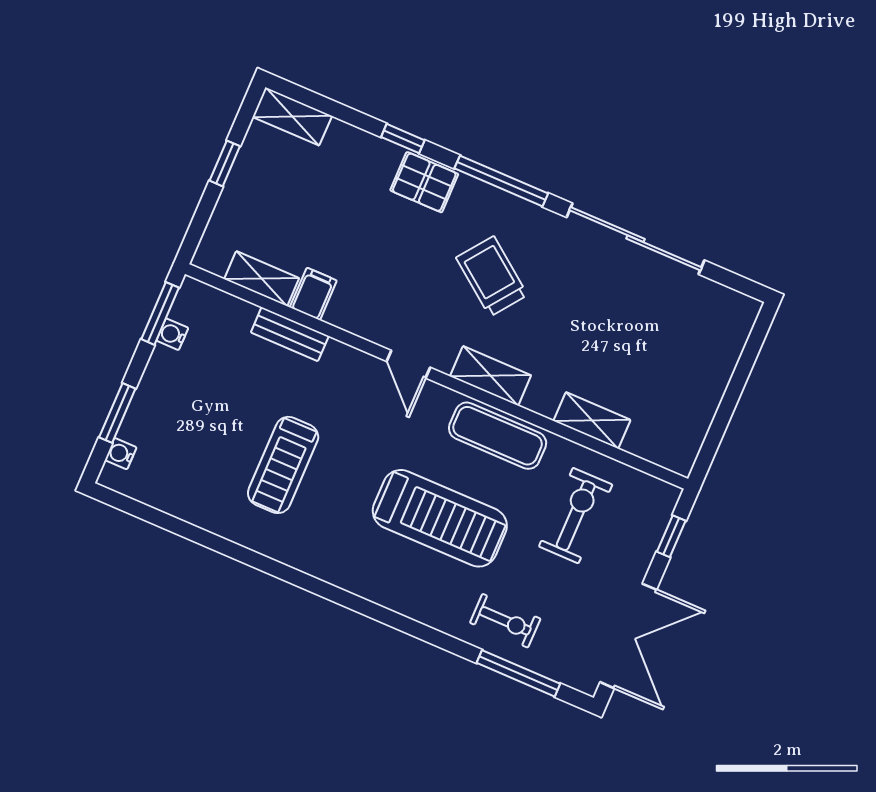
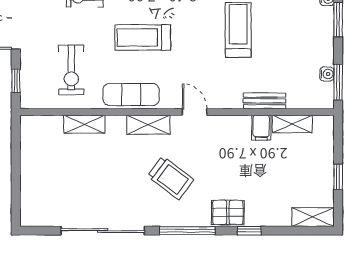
treadmill: (440, 518) -> (143, 37), width x0.73, depth x0.73

